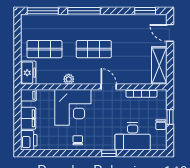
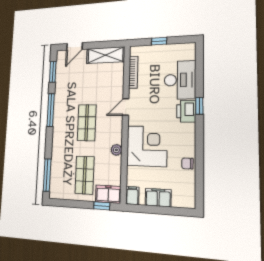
window: (84, 11) -> (51, 110), moved
window: (18, 67) -> (102, 206), added
chair: (161, 125) -> (167, 50), removed
printer: (29, 140) -> (186, 111), moved, turned -90
chair: (78, 140) -> (187, 164), moved

